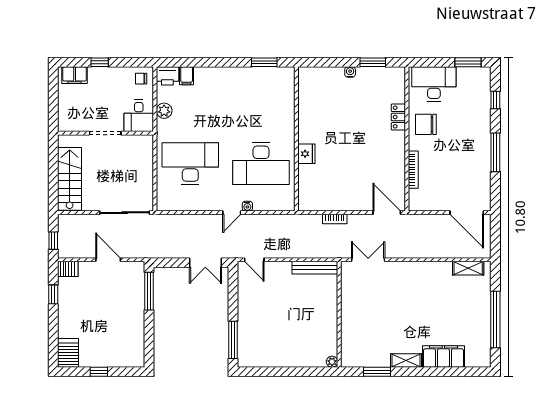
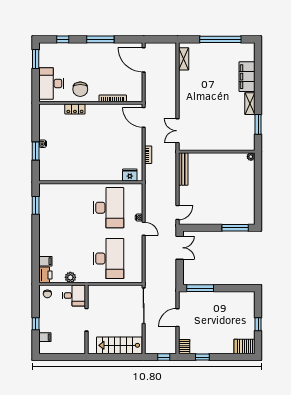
window: (373, 62) -> (36, 151), moved
filing cabinet: (75, 75) -> (45, 337), width x0.50
fridge: (306, 154) -> (130, 175), moved
desk: (190, 164) -> (108, 259), turned 180
door: (387, 213) -> (144, 117), hinge flipped
door: (467, 213) -> (144, 60), swing flipped

